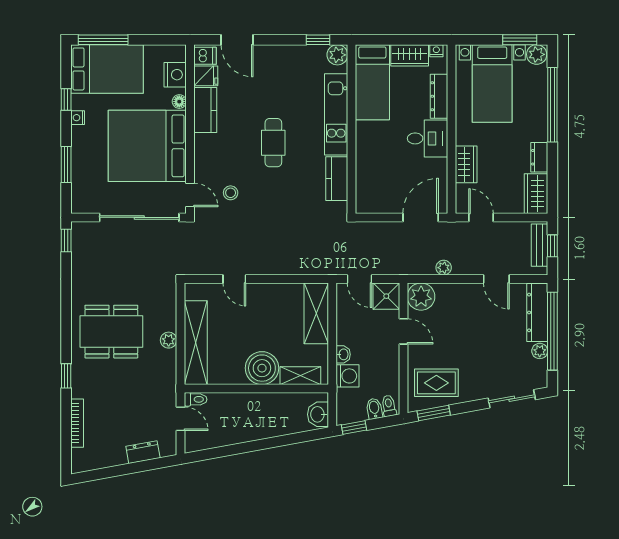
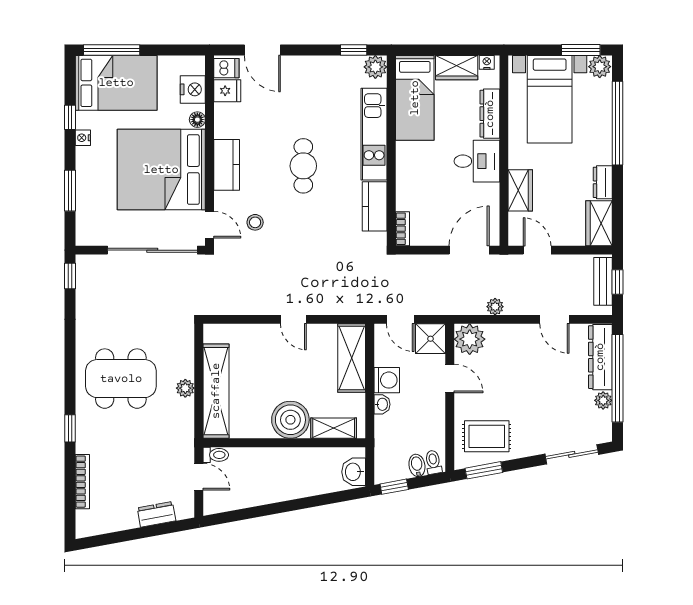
kitchen counter: (205, 110) -> (227, 165), moved
bookcase: (361, 198) -> (403, 229), added
door: (234, 279) -> (293, 319), moved
washing machine: (347, 376) -> (387, 380), moved

